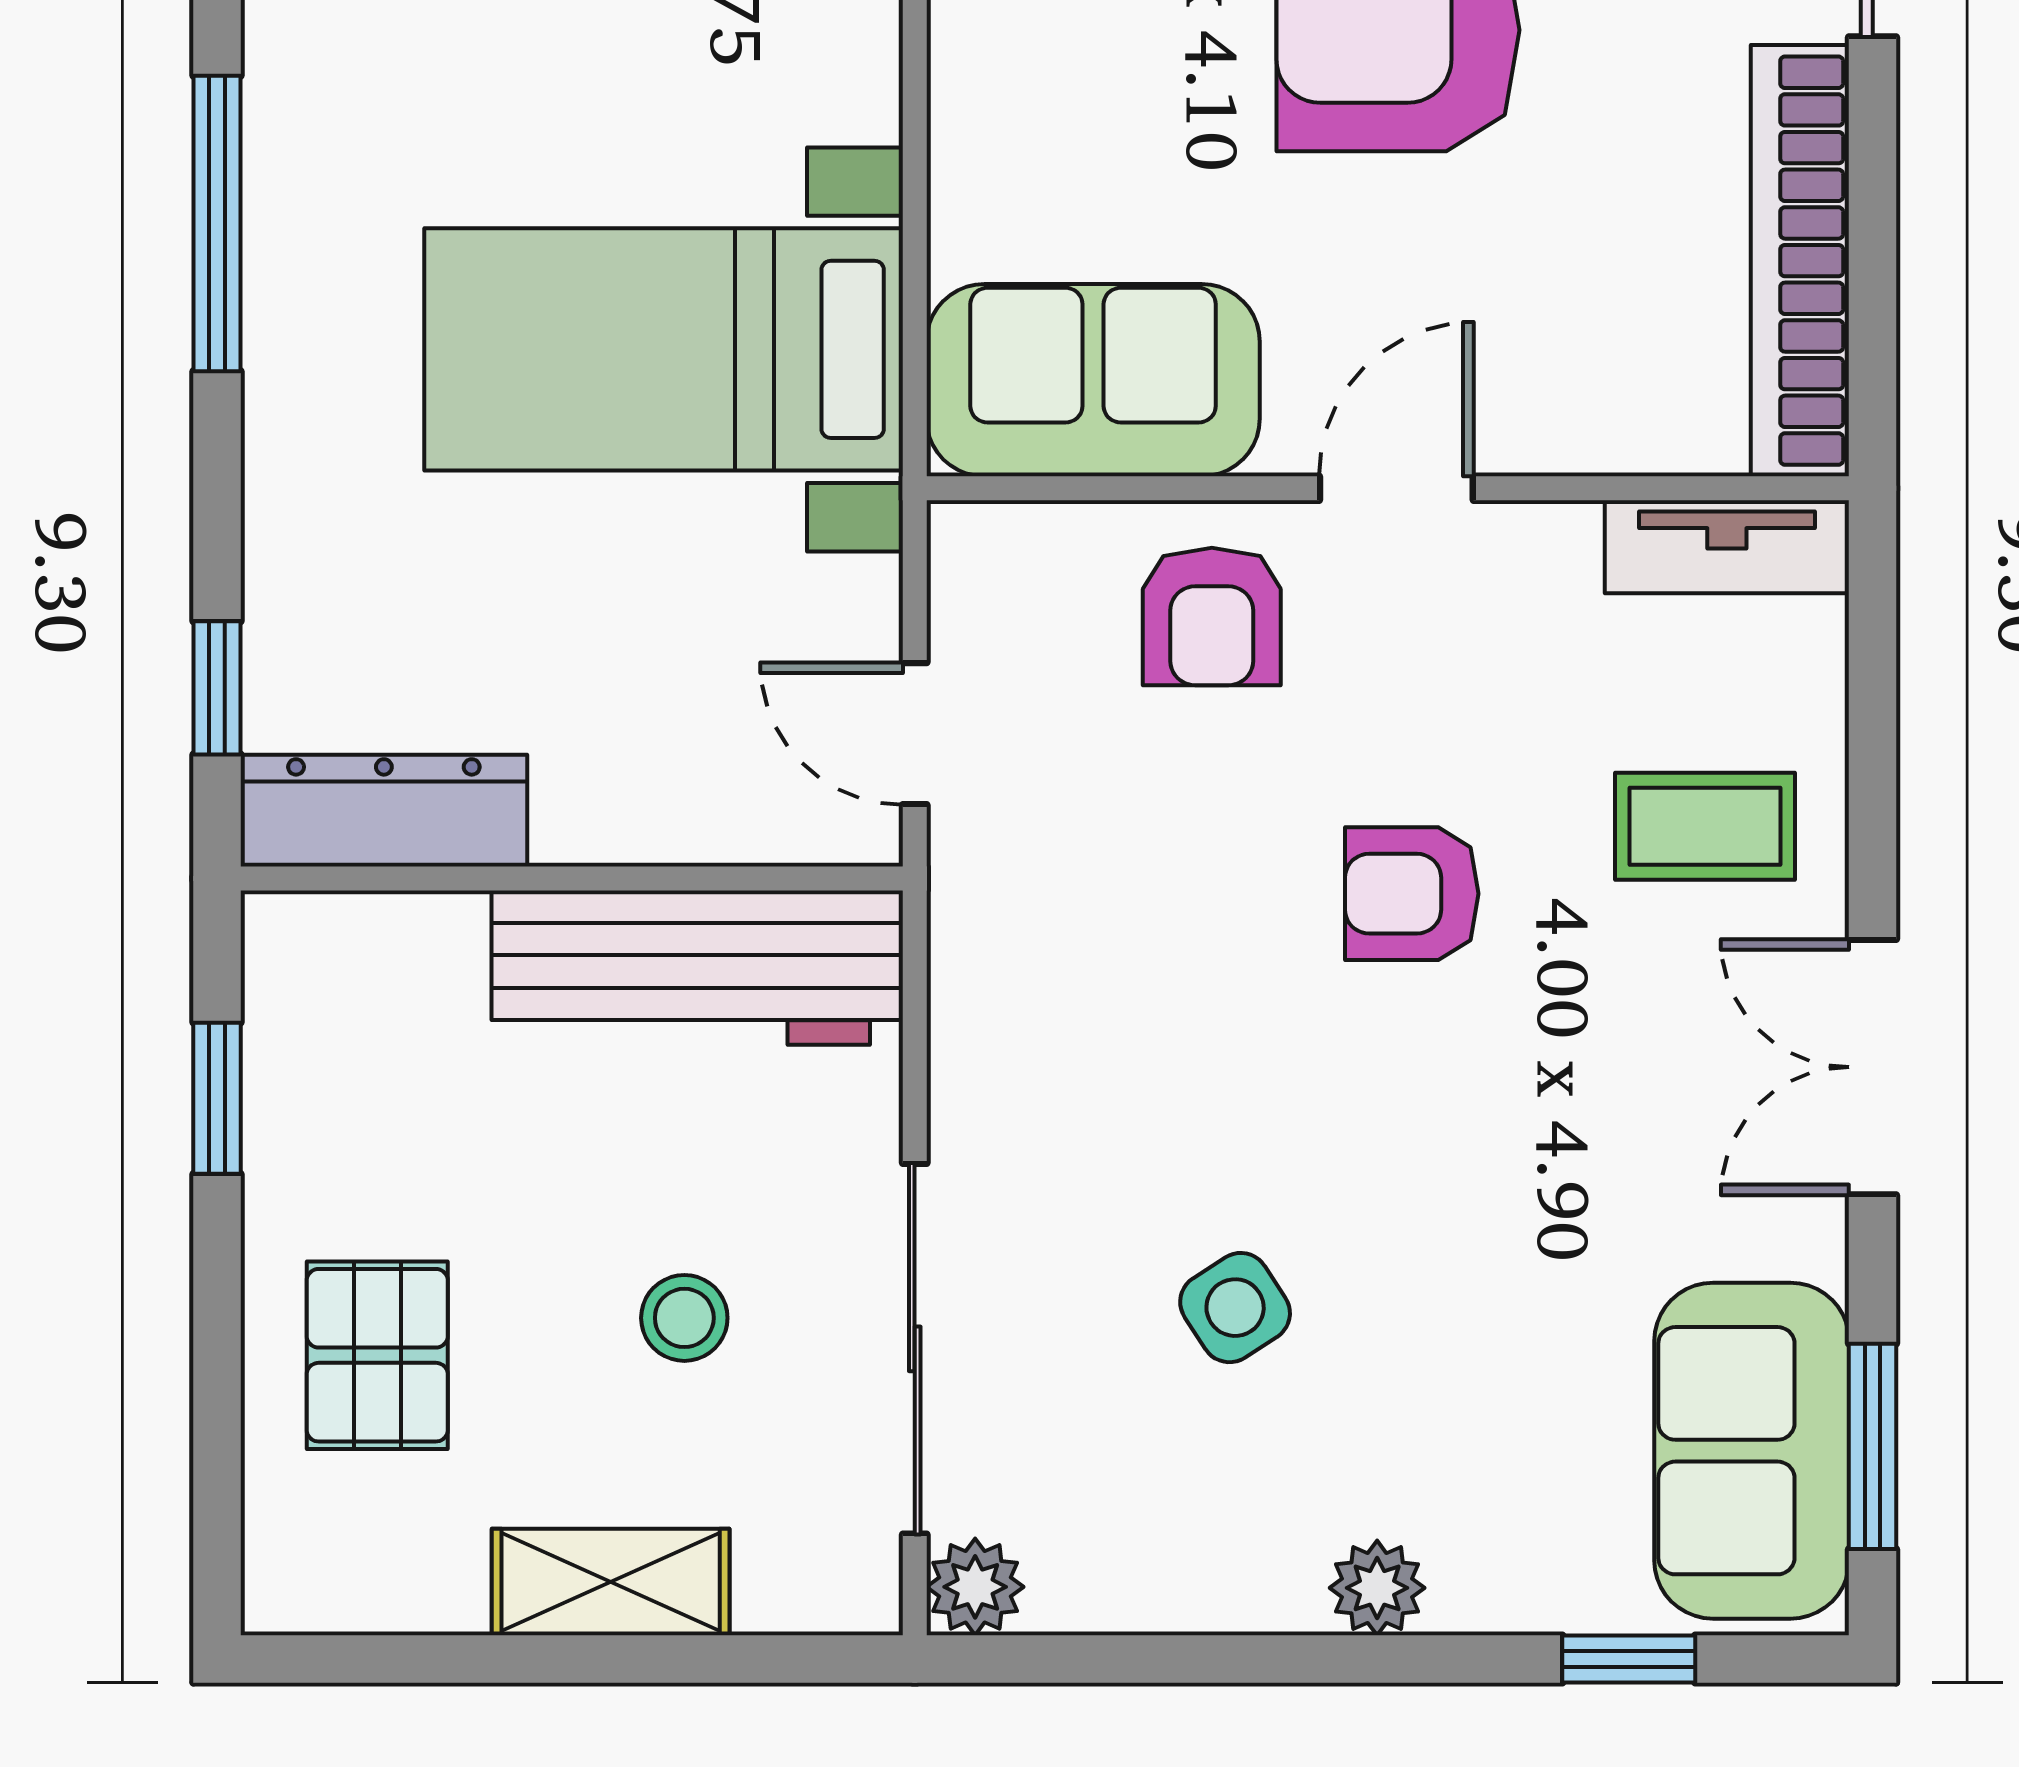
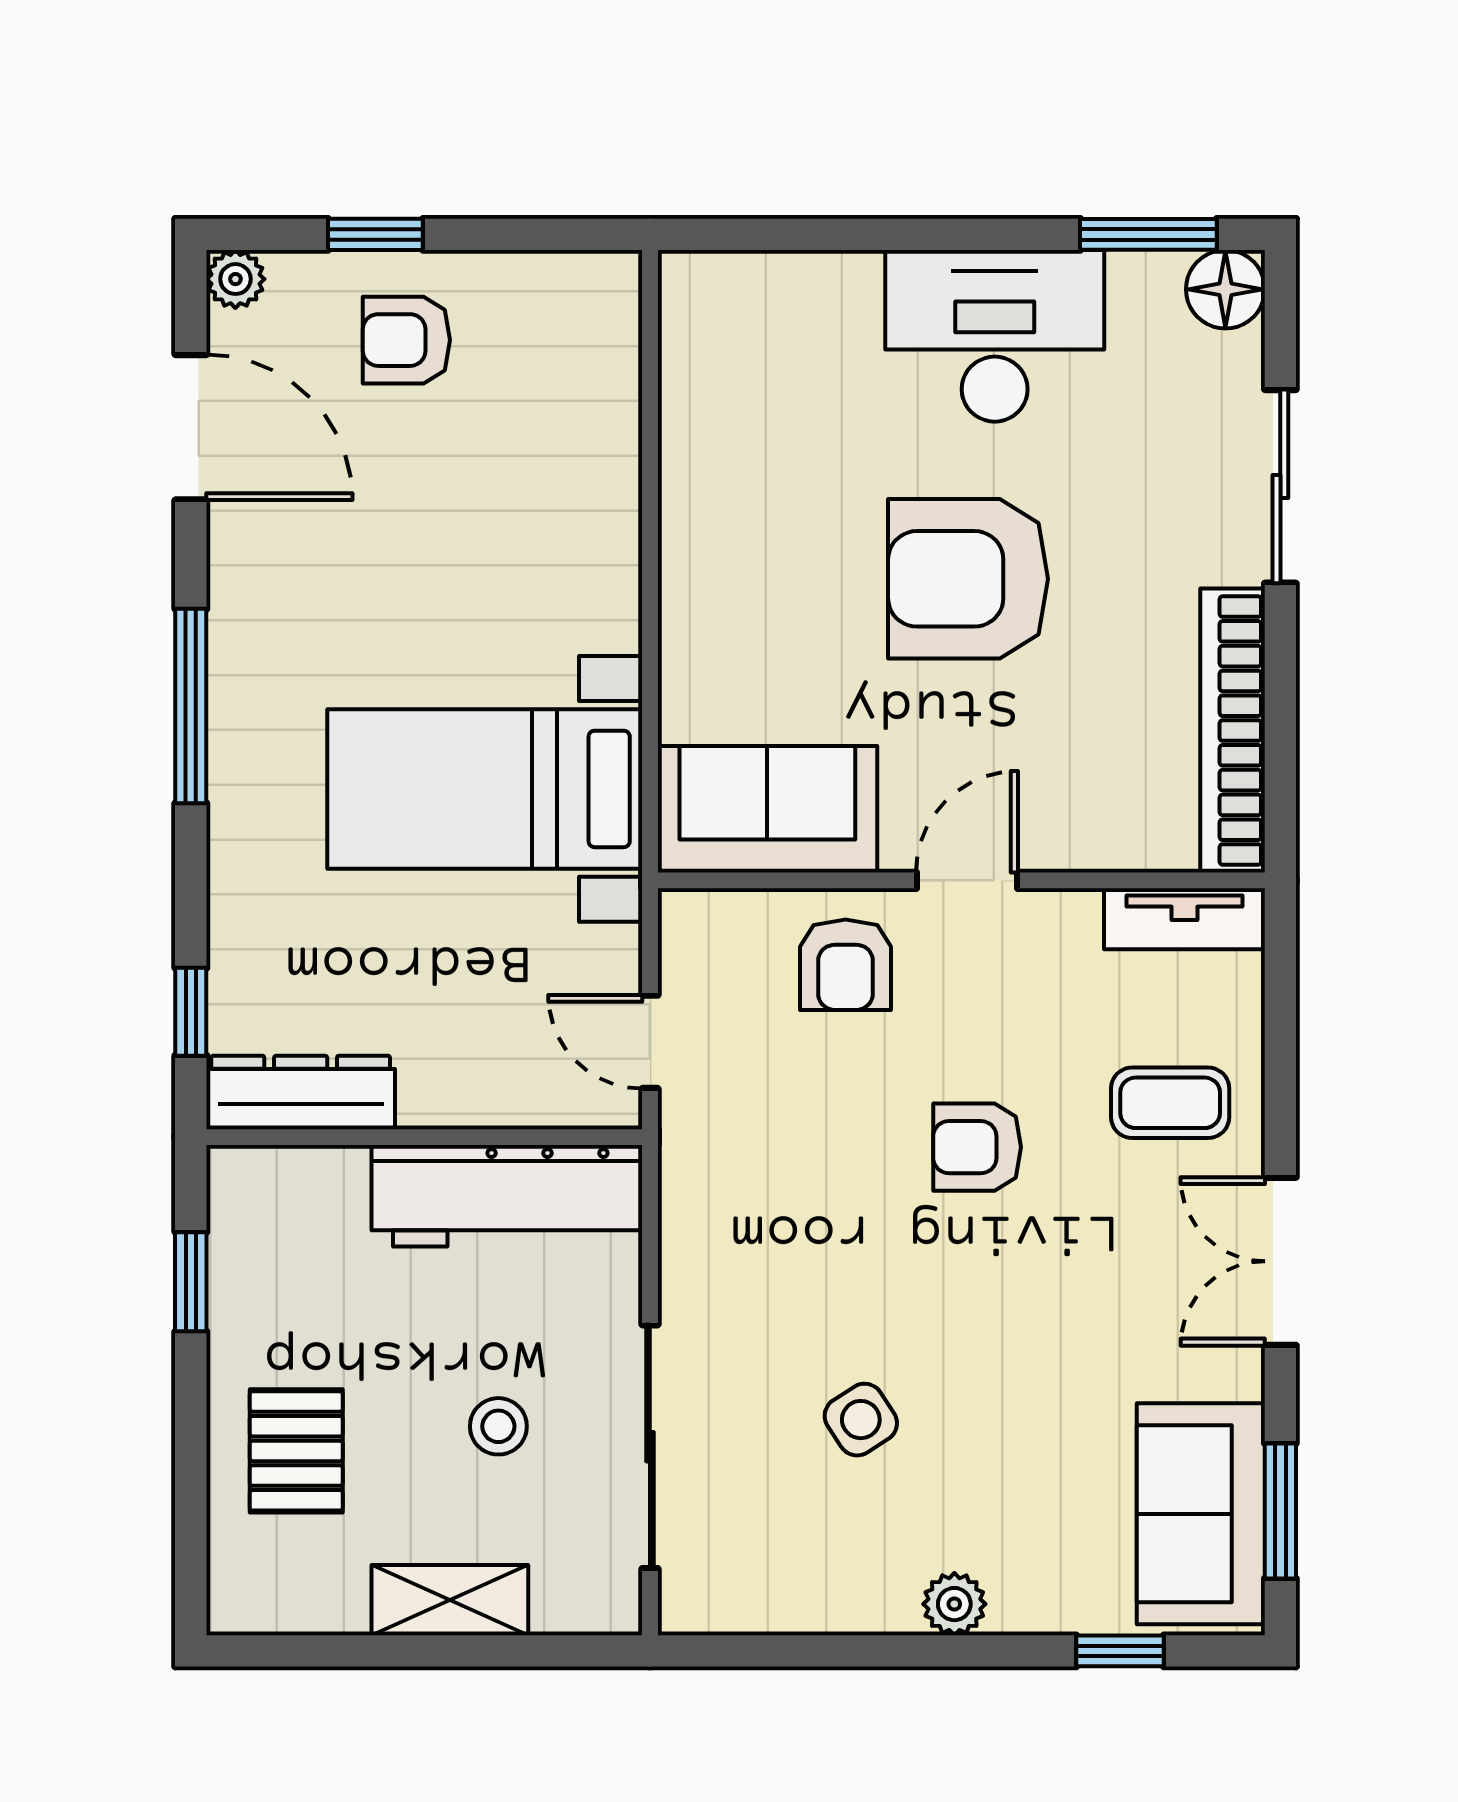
plant: (975, 1587) -> (690, 1603), removed

